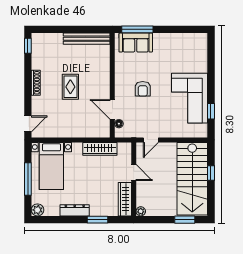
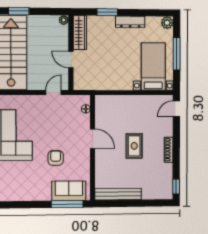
armchair: (143, 89) -> (56, 158), moved
door: (112, 109) -> (92, 139), moved
wardrobe: (100, 149) -> (105, 84), removed

